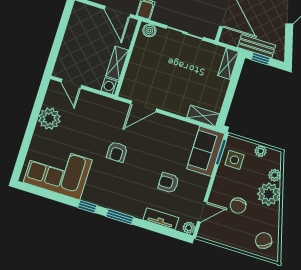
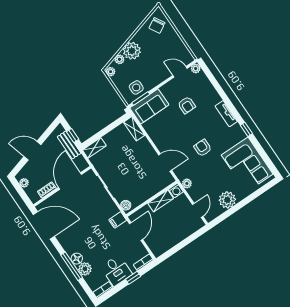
plant: (104, 103) -> (187, 183), added
plant: (261, 151) -> (111, 72), moved
armchair: (117, 152) -> (203, 148), turned -90
chair: (238, 206) -> (156, 58), removed
window: (120, 217) -> (232, 108), removed
tv unit: (161, 219) -> (226, 114), moved

